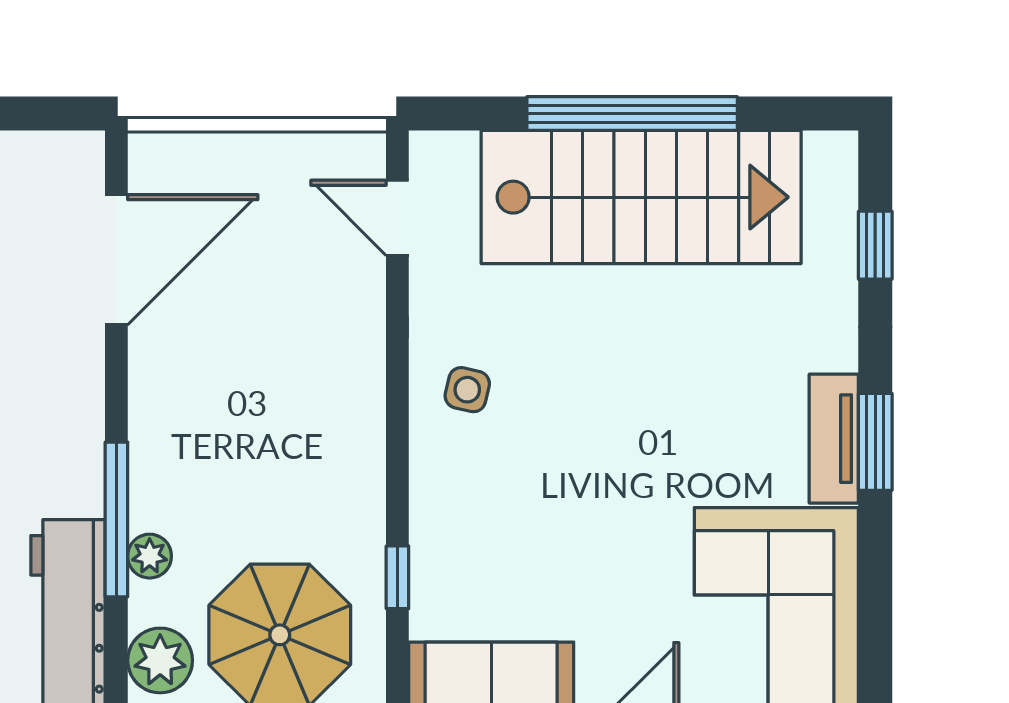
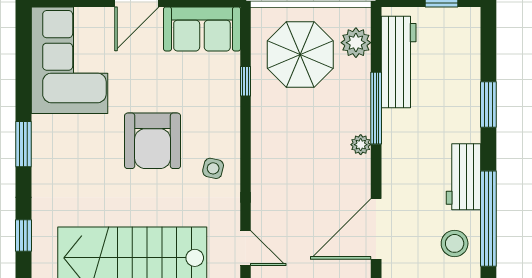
tv unit: (834, 439) -> (43, 146), removed
armchair: (598, 449) -> (153, 141), added
plant: (150, 556) -> (361, 145), moved

